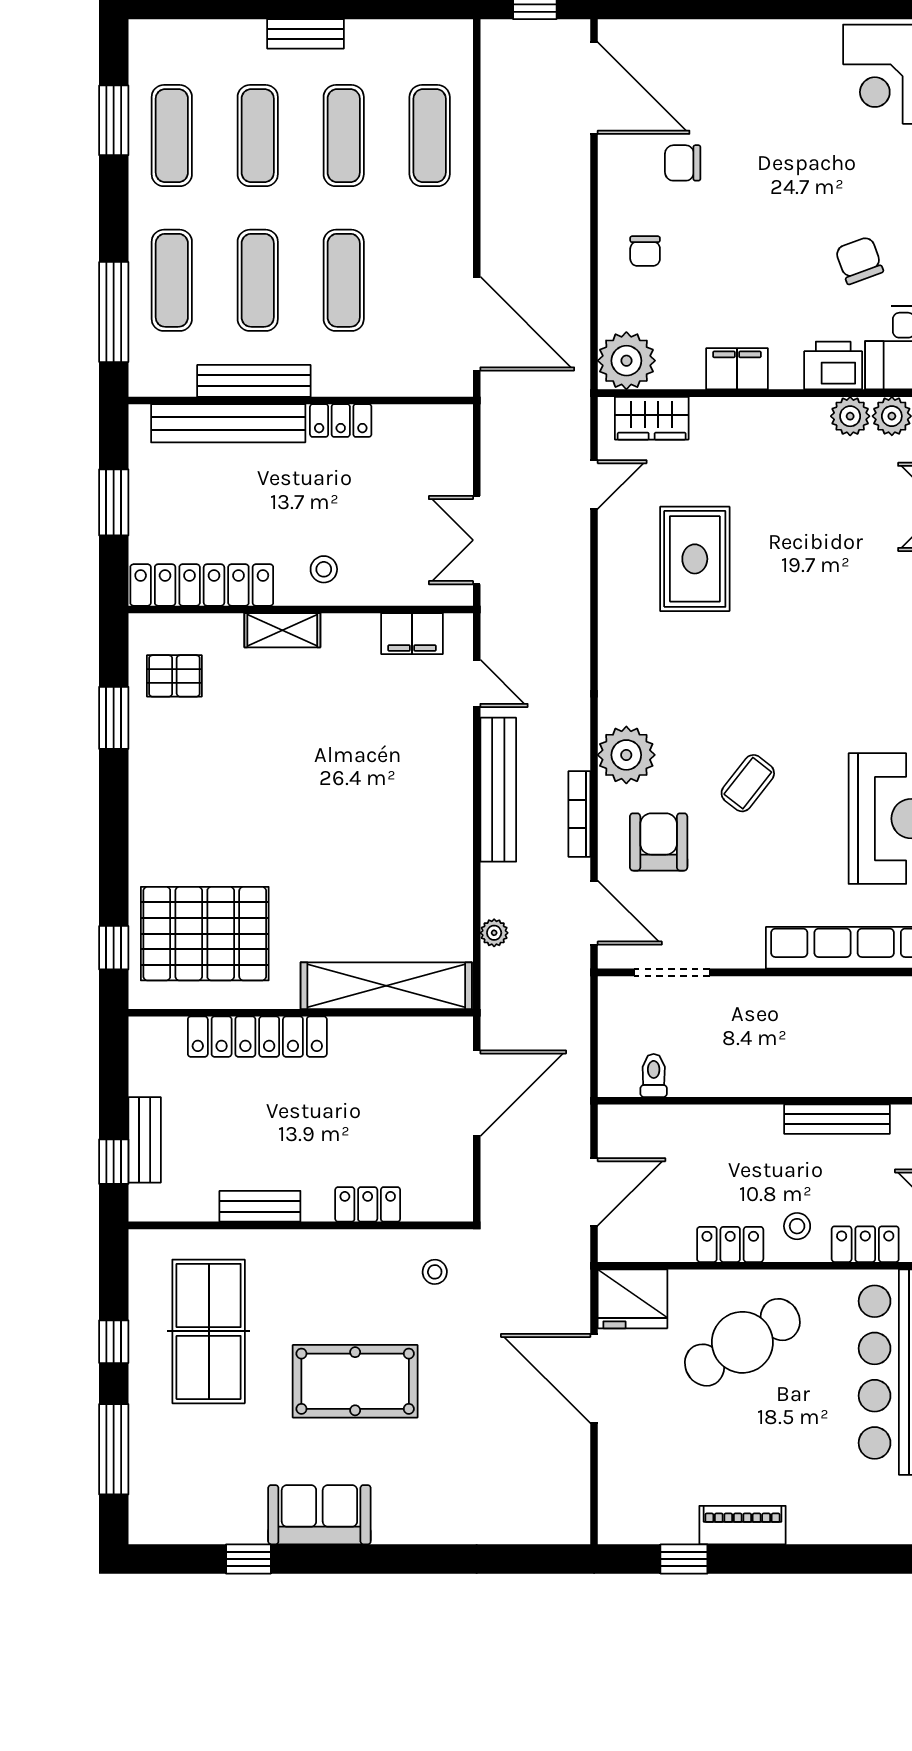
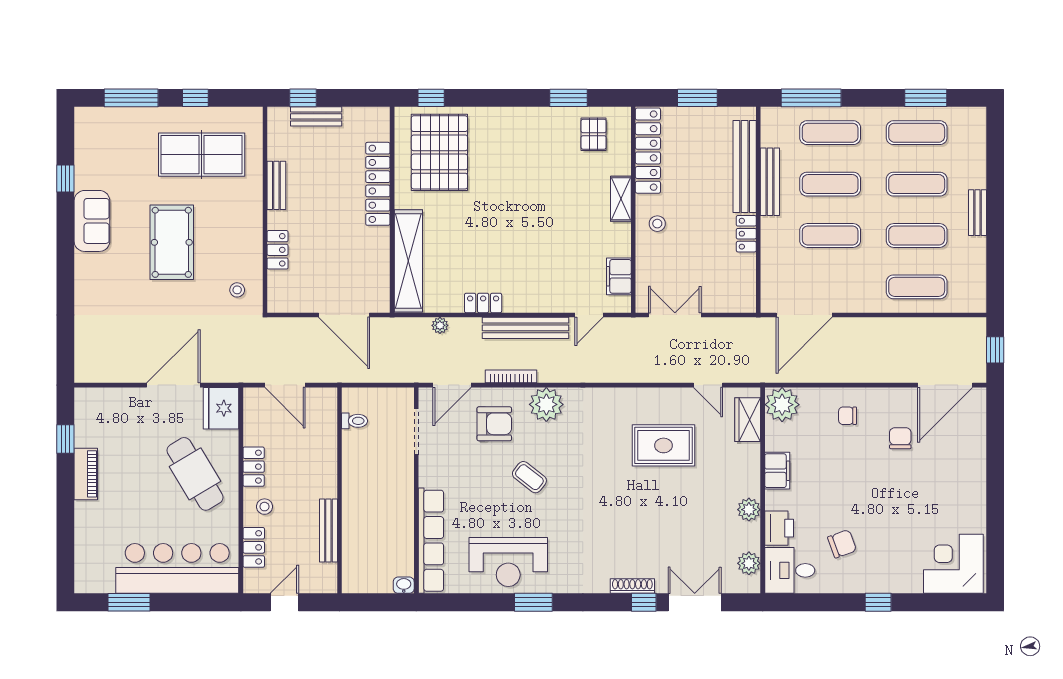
plant: (850, 416) -> (749, 510), moved
locker: (457, 861) -> (483, 303), added

